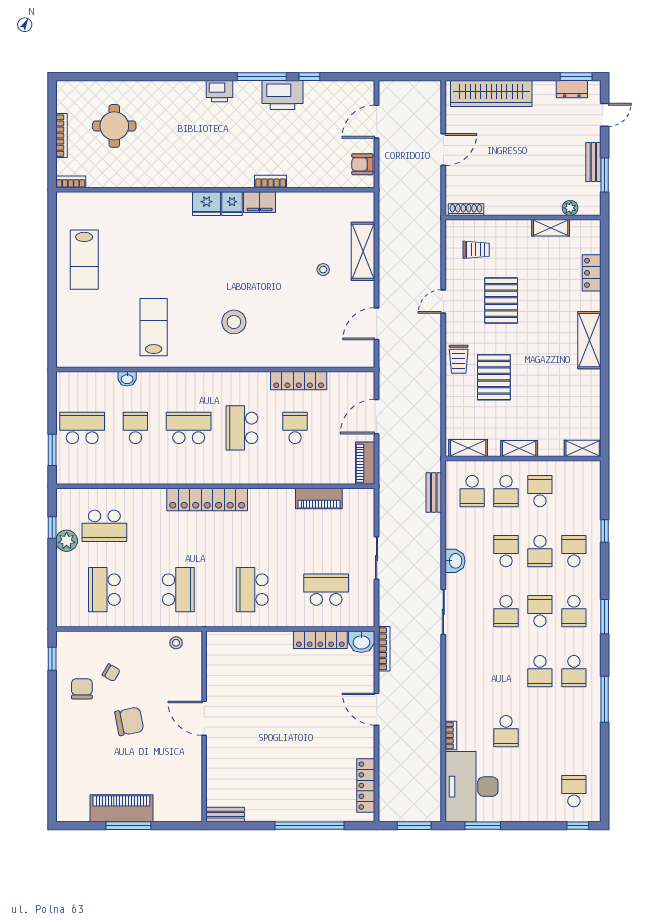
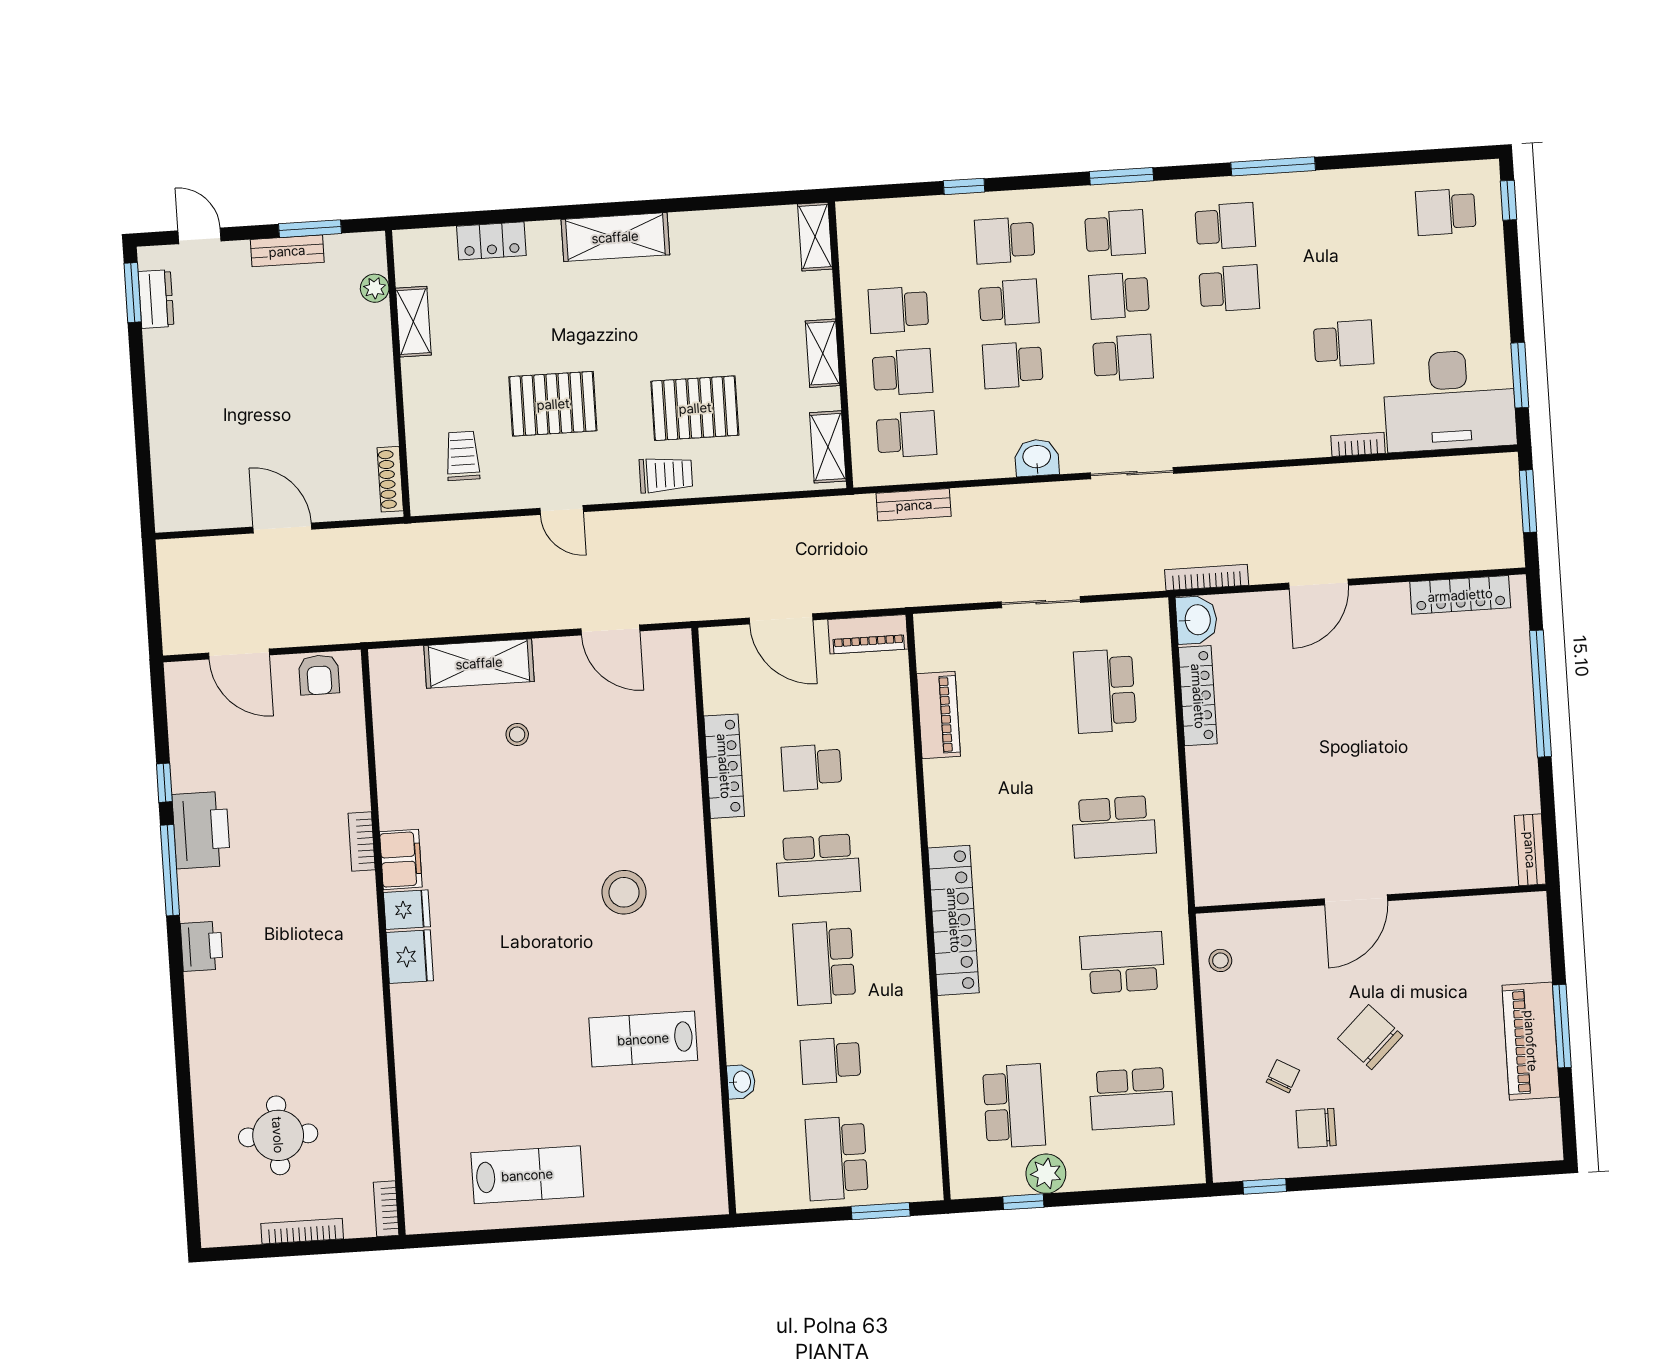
wardrobe: (491, 93) -> (174, 446), removed
chair: (129, 721) -> (1370, 1037), turned -33

